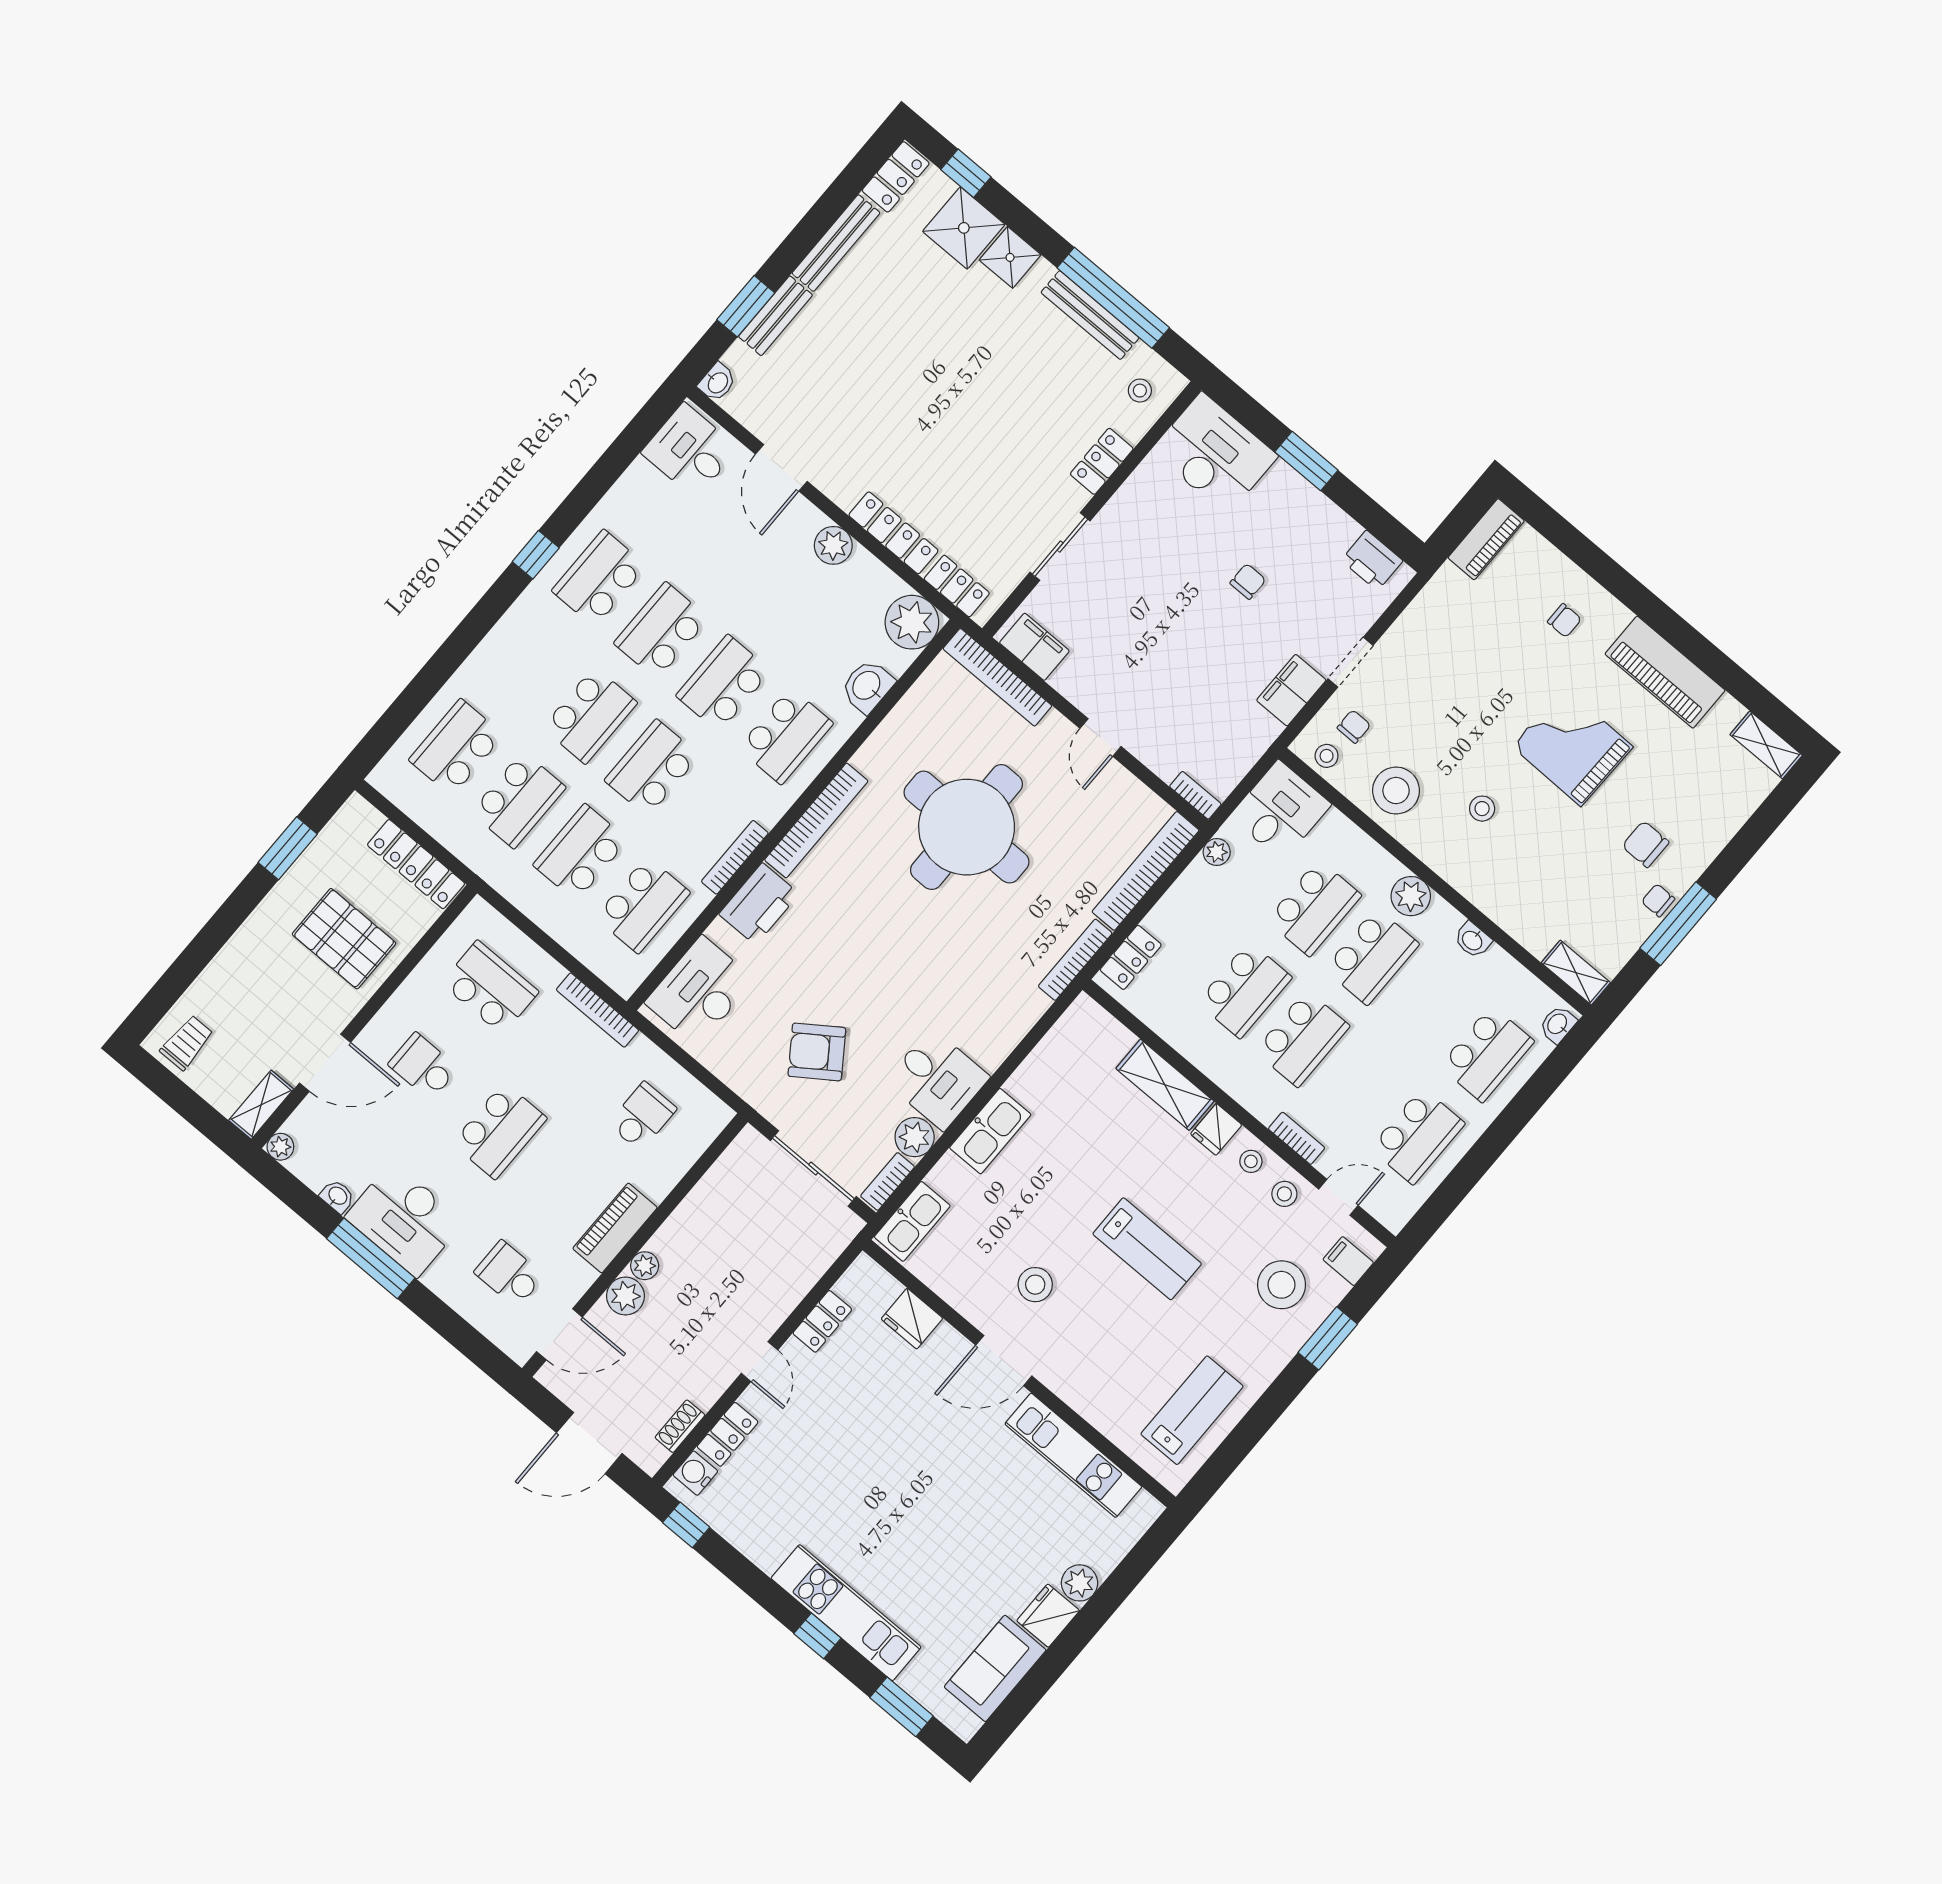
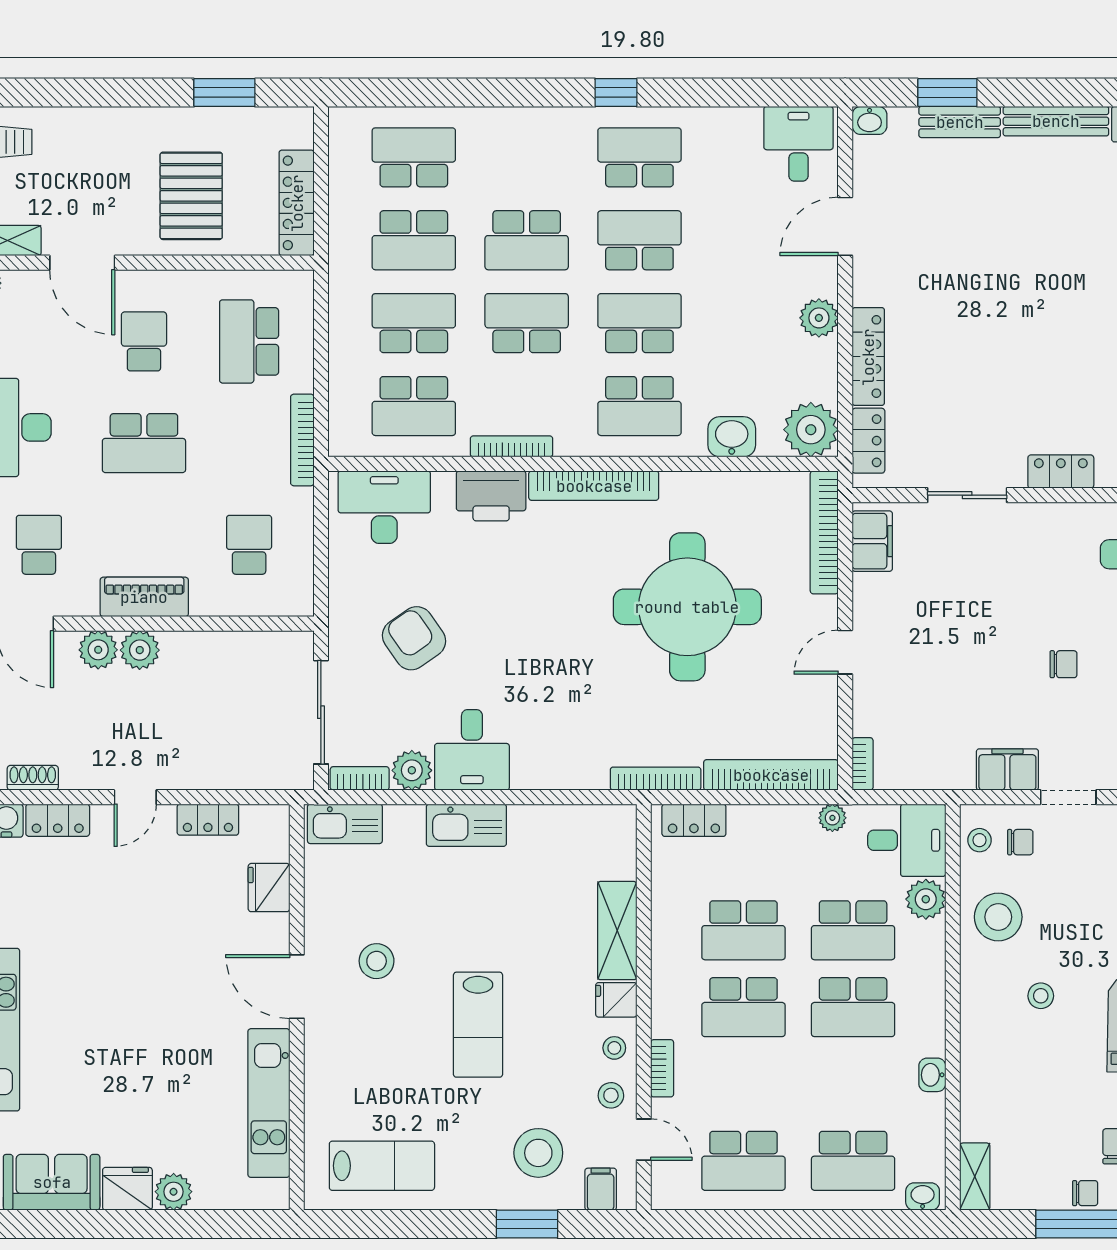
plant: (1411, 896) -> (926, 899), moved
chair: (1658, 900) -> (1085, 1193), turned 90
school desk: (490, 988) -> (249, 341), turned 180
school desk: (642, 1116) -> (249, 545), turned -90
plant: (645, 1266) -> (140, 650), width x1.38, depth x1.38

